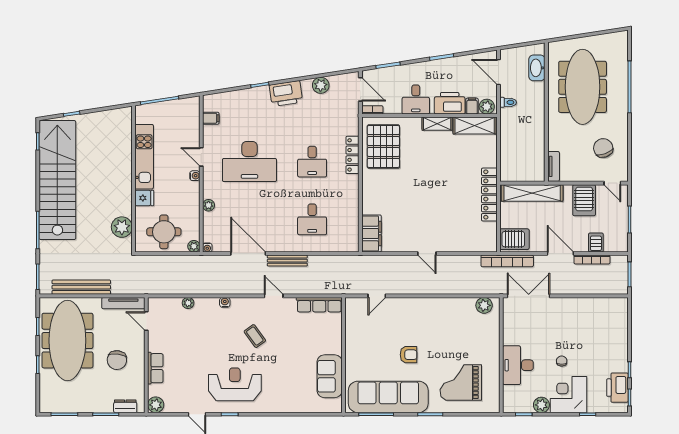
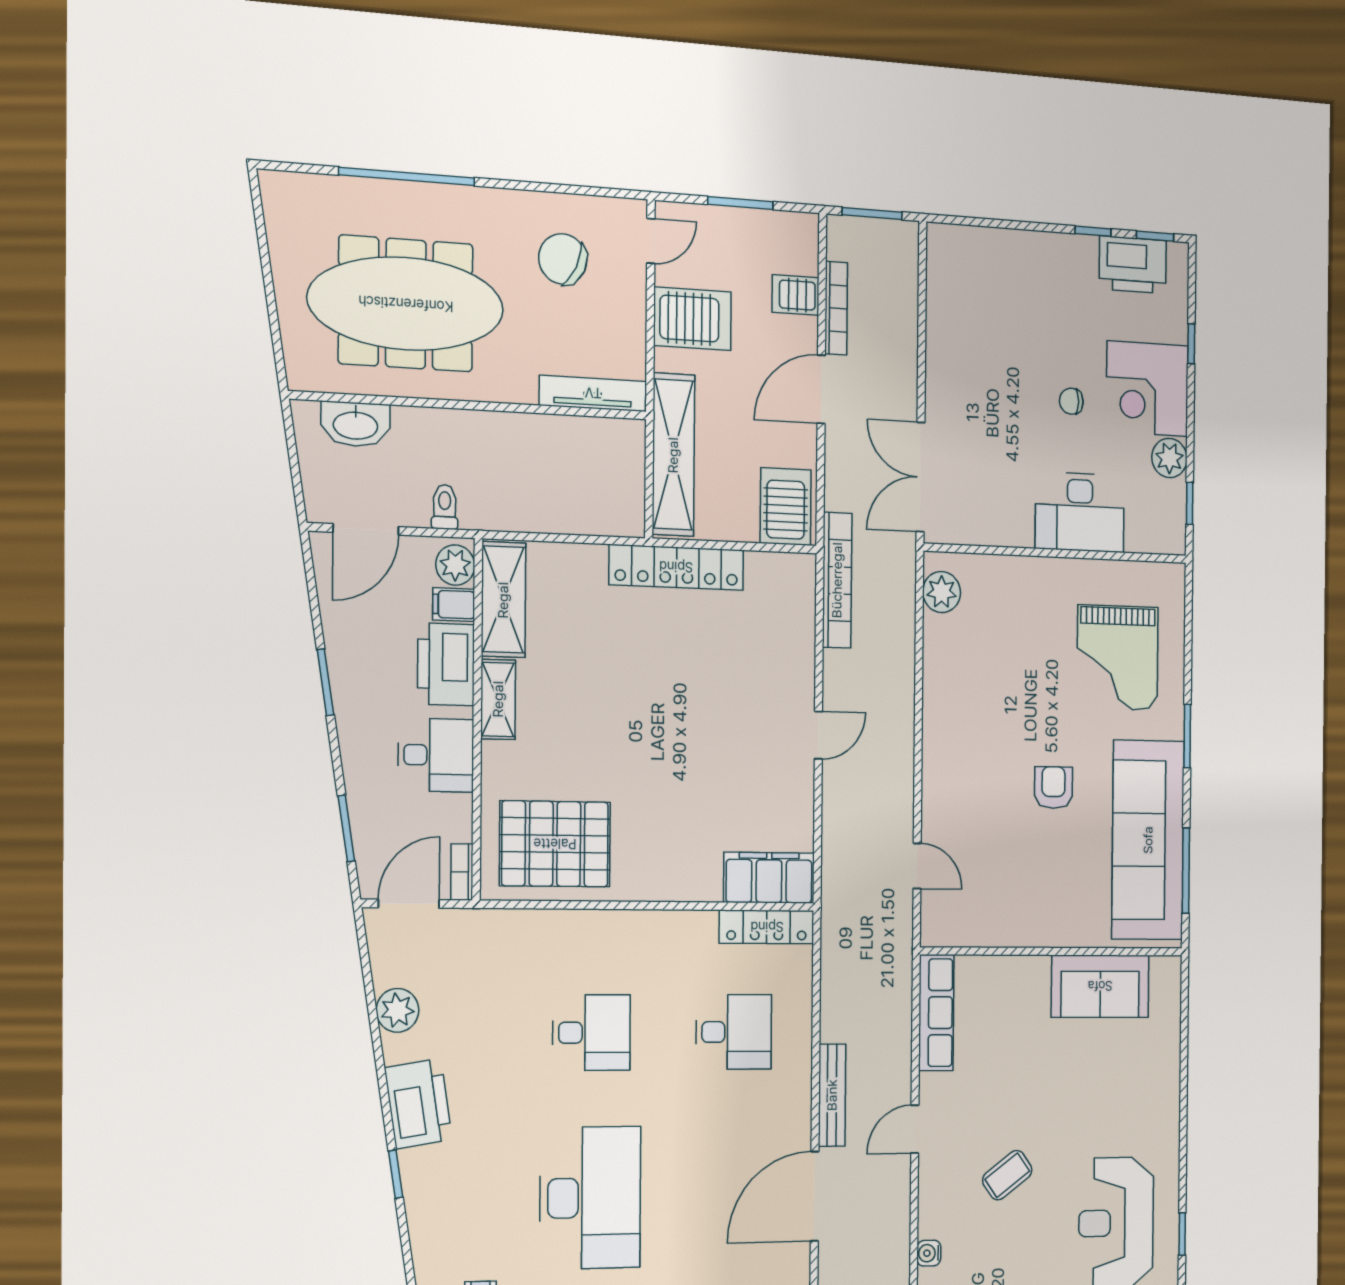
chair: (603, 148) -> (563, 259), turned 45
locker: (353, 155) -> (767, 927), moved
tv unit: (554, 166) -> (593, 393), width x1.41
bookcase: (507, 261) -> (837, 580), moved

